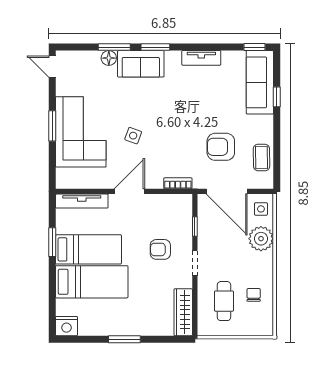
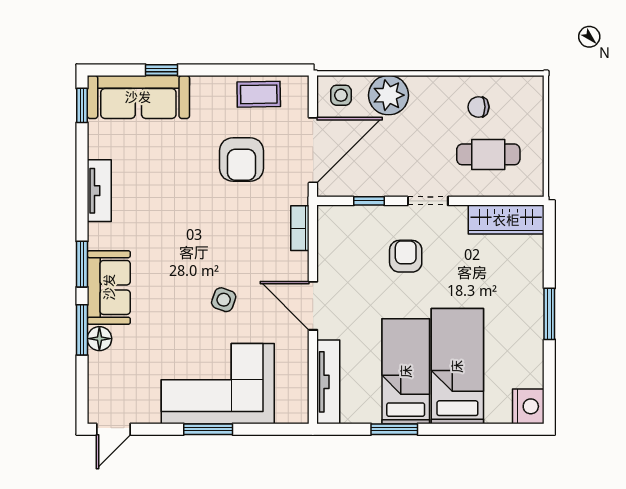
armchair: (160, 249) -> (406, 256), turned 180

